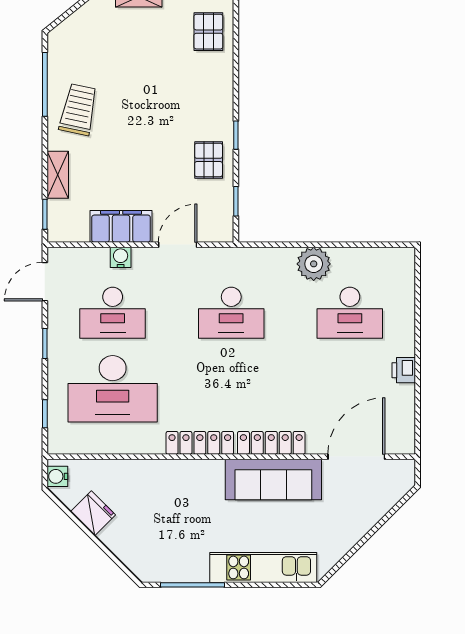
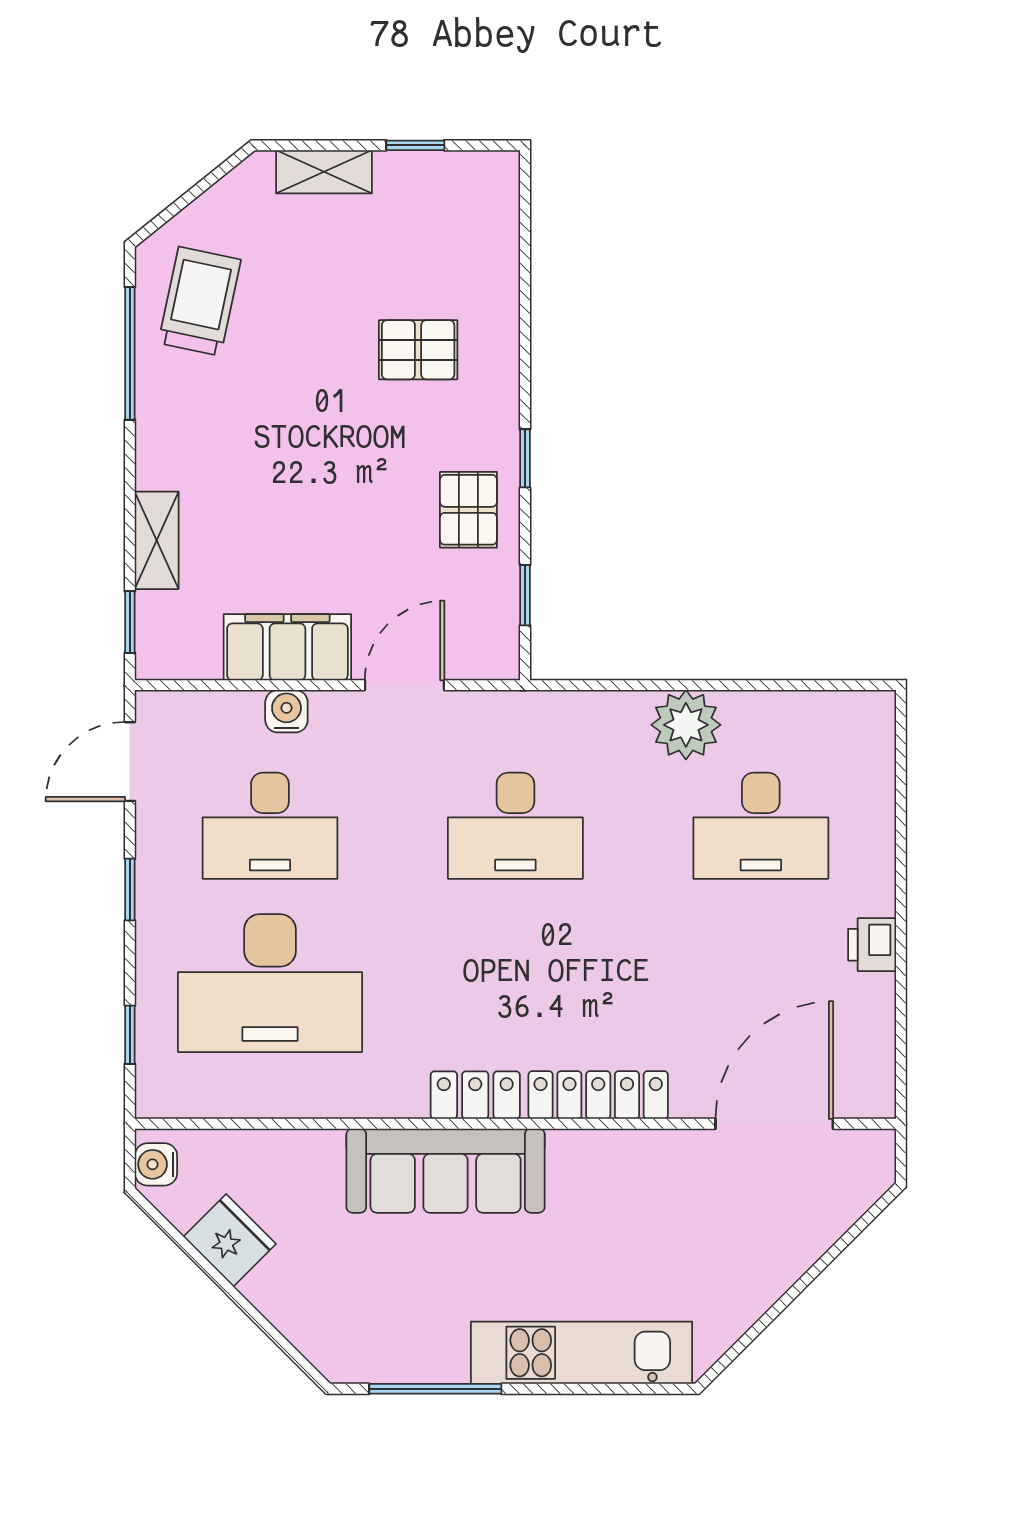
pallet: (208, 32) -> (418, 350), moved, turned 90
trolley: (78, 110) -> (200, 301), moved
locker: (200, 443) -> (475, 1095), width x0.66
sofa: (273, 479) -> (446, 1171), moved

